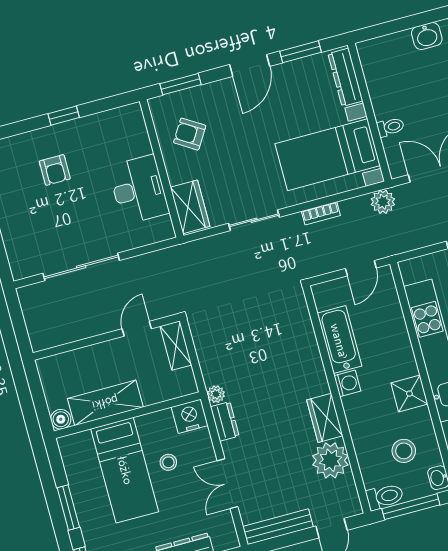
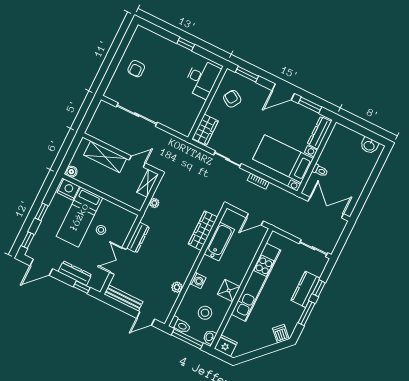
armchair: (55, 170) -> (136, 69), moved
desk: (139, 190) -> (202, 79), moved
plant: (383, 202) -> (289, 199), removed
washing machine: (347, 383) -> (198, 281), moved
plant: (216, 394) -> (154, 203), moved
shelving: (105, 403) -> (105, 157), moved
nightstand: (190, 416) -> (68, 189), moved
wardrobe: (325, 418) -> (203, 231), moved, width x1.50
dresser: (225, 421) -> (138, 238), width x1.44
plant: (330, 460) -> (177, 287), width x0.53, depth x0.53
window: (68, 508) -> (42, 212), width x0.67

